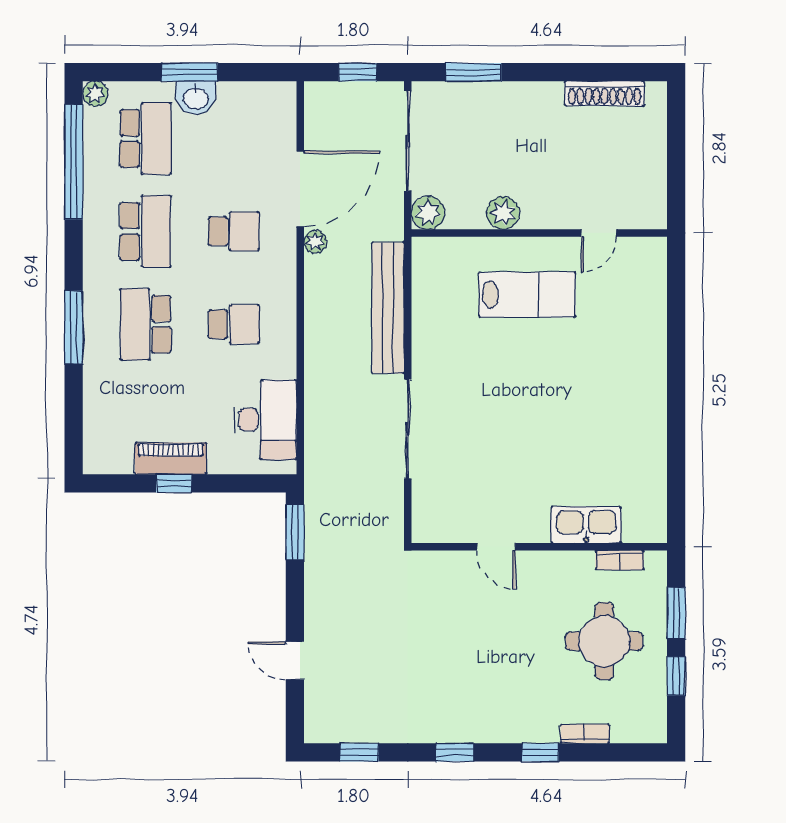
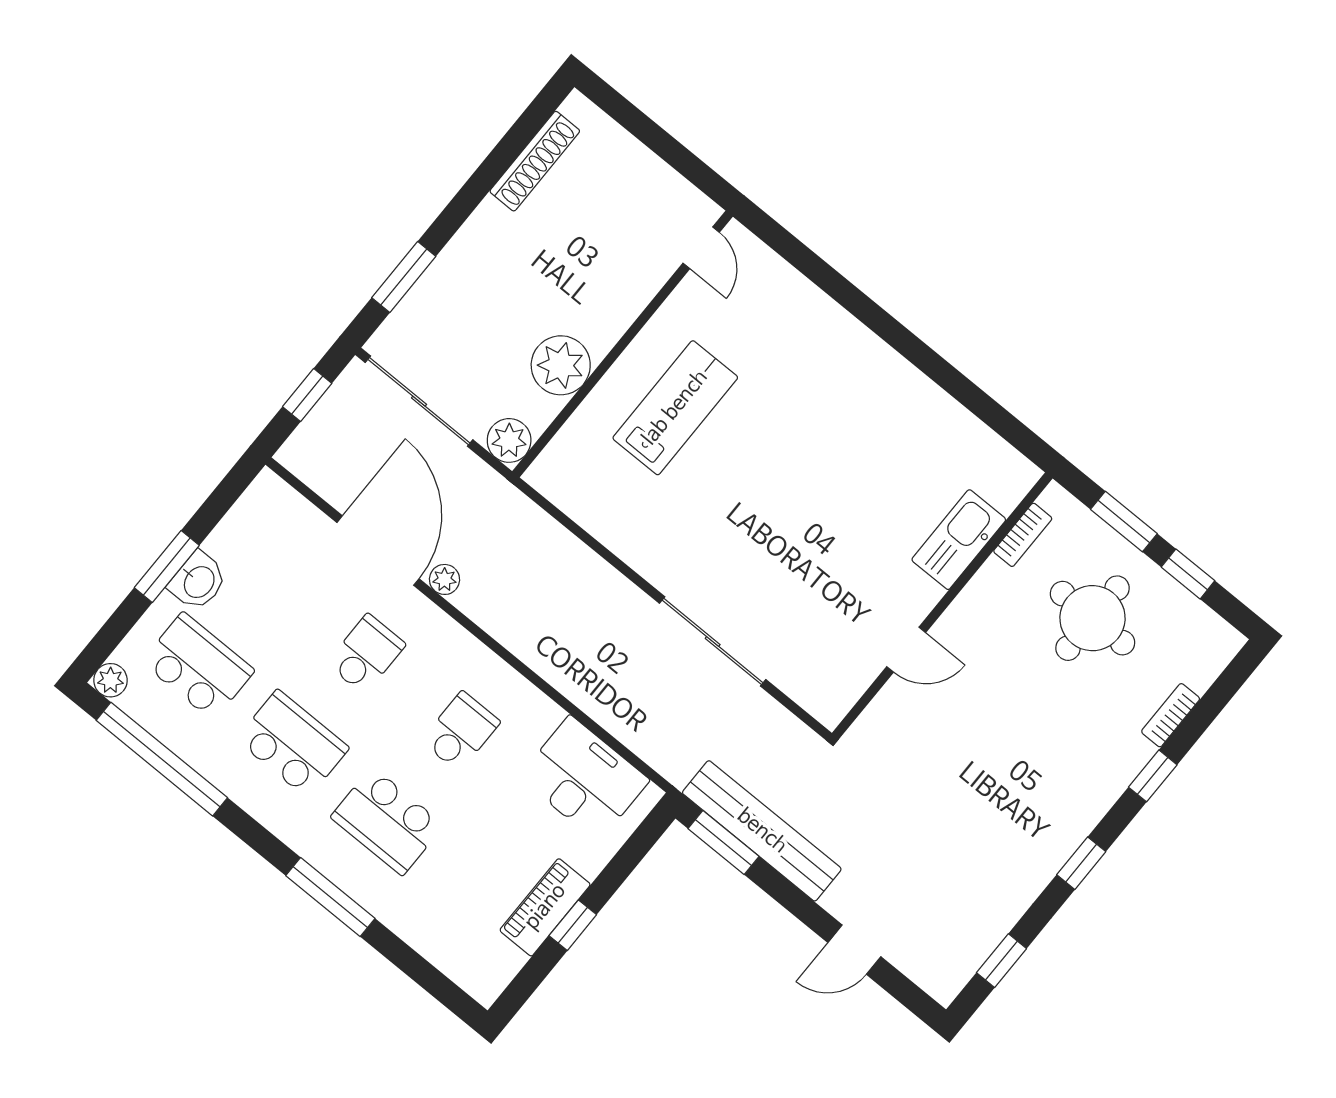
plant: (503, 213) -> (561, 365), width x1.36, depth x1.36
door: (599, 233) -> (701, 248), moved
bench: (388, 308) -> (762, 831), moved

